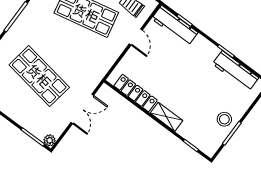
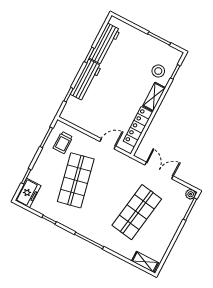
workbench: (175, 25) -> (86, 80), moved
door: (136, 37) -> (108, 144), moved
stool: (224, 119) -> (158, 71), moved

